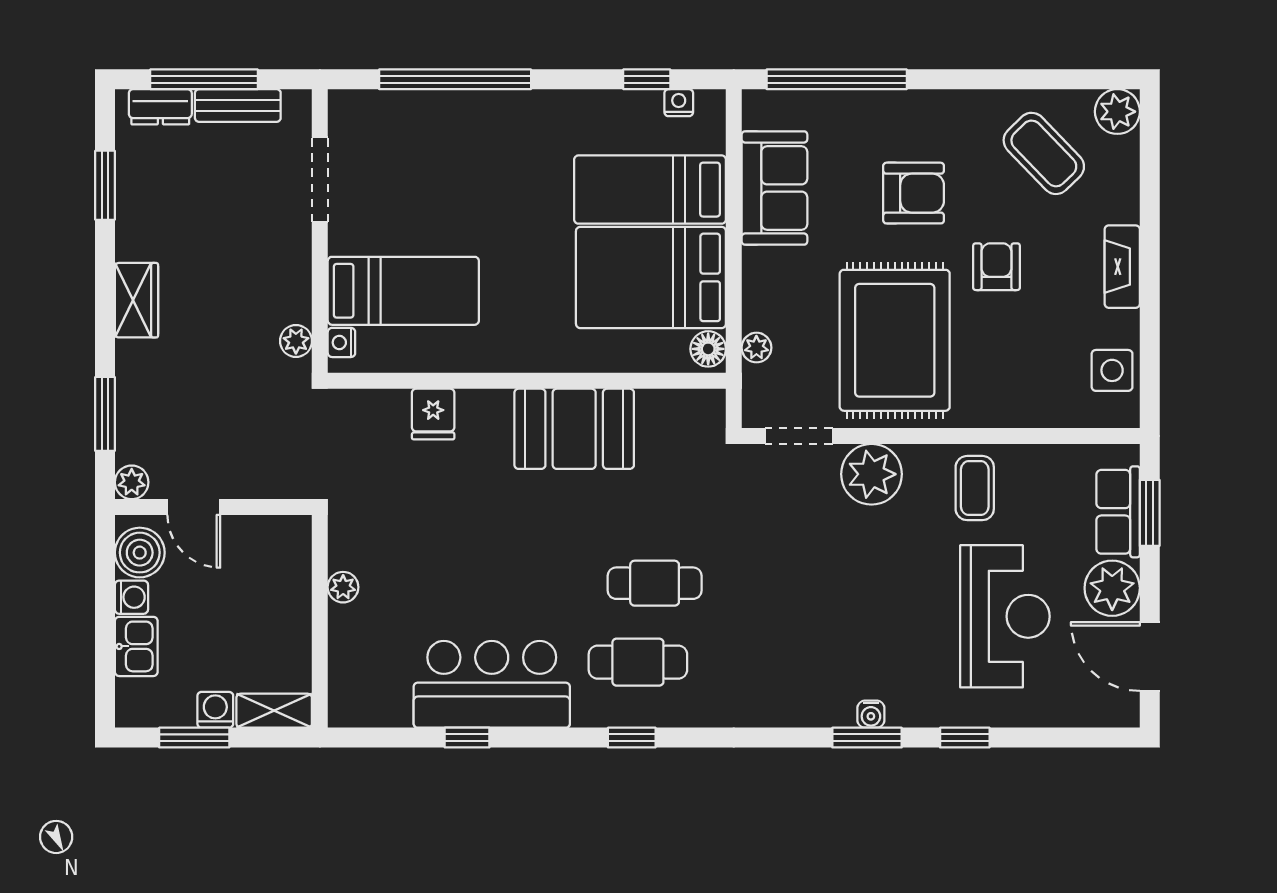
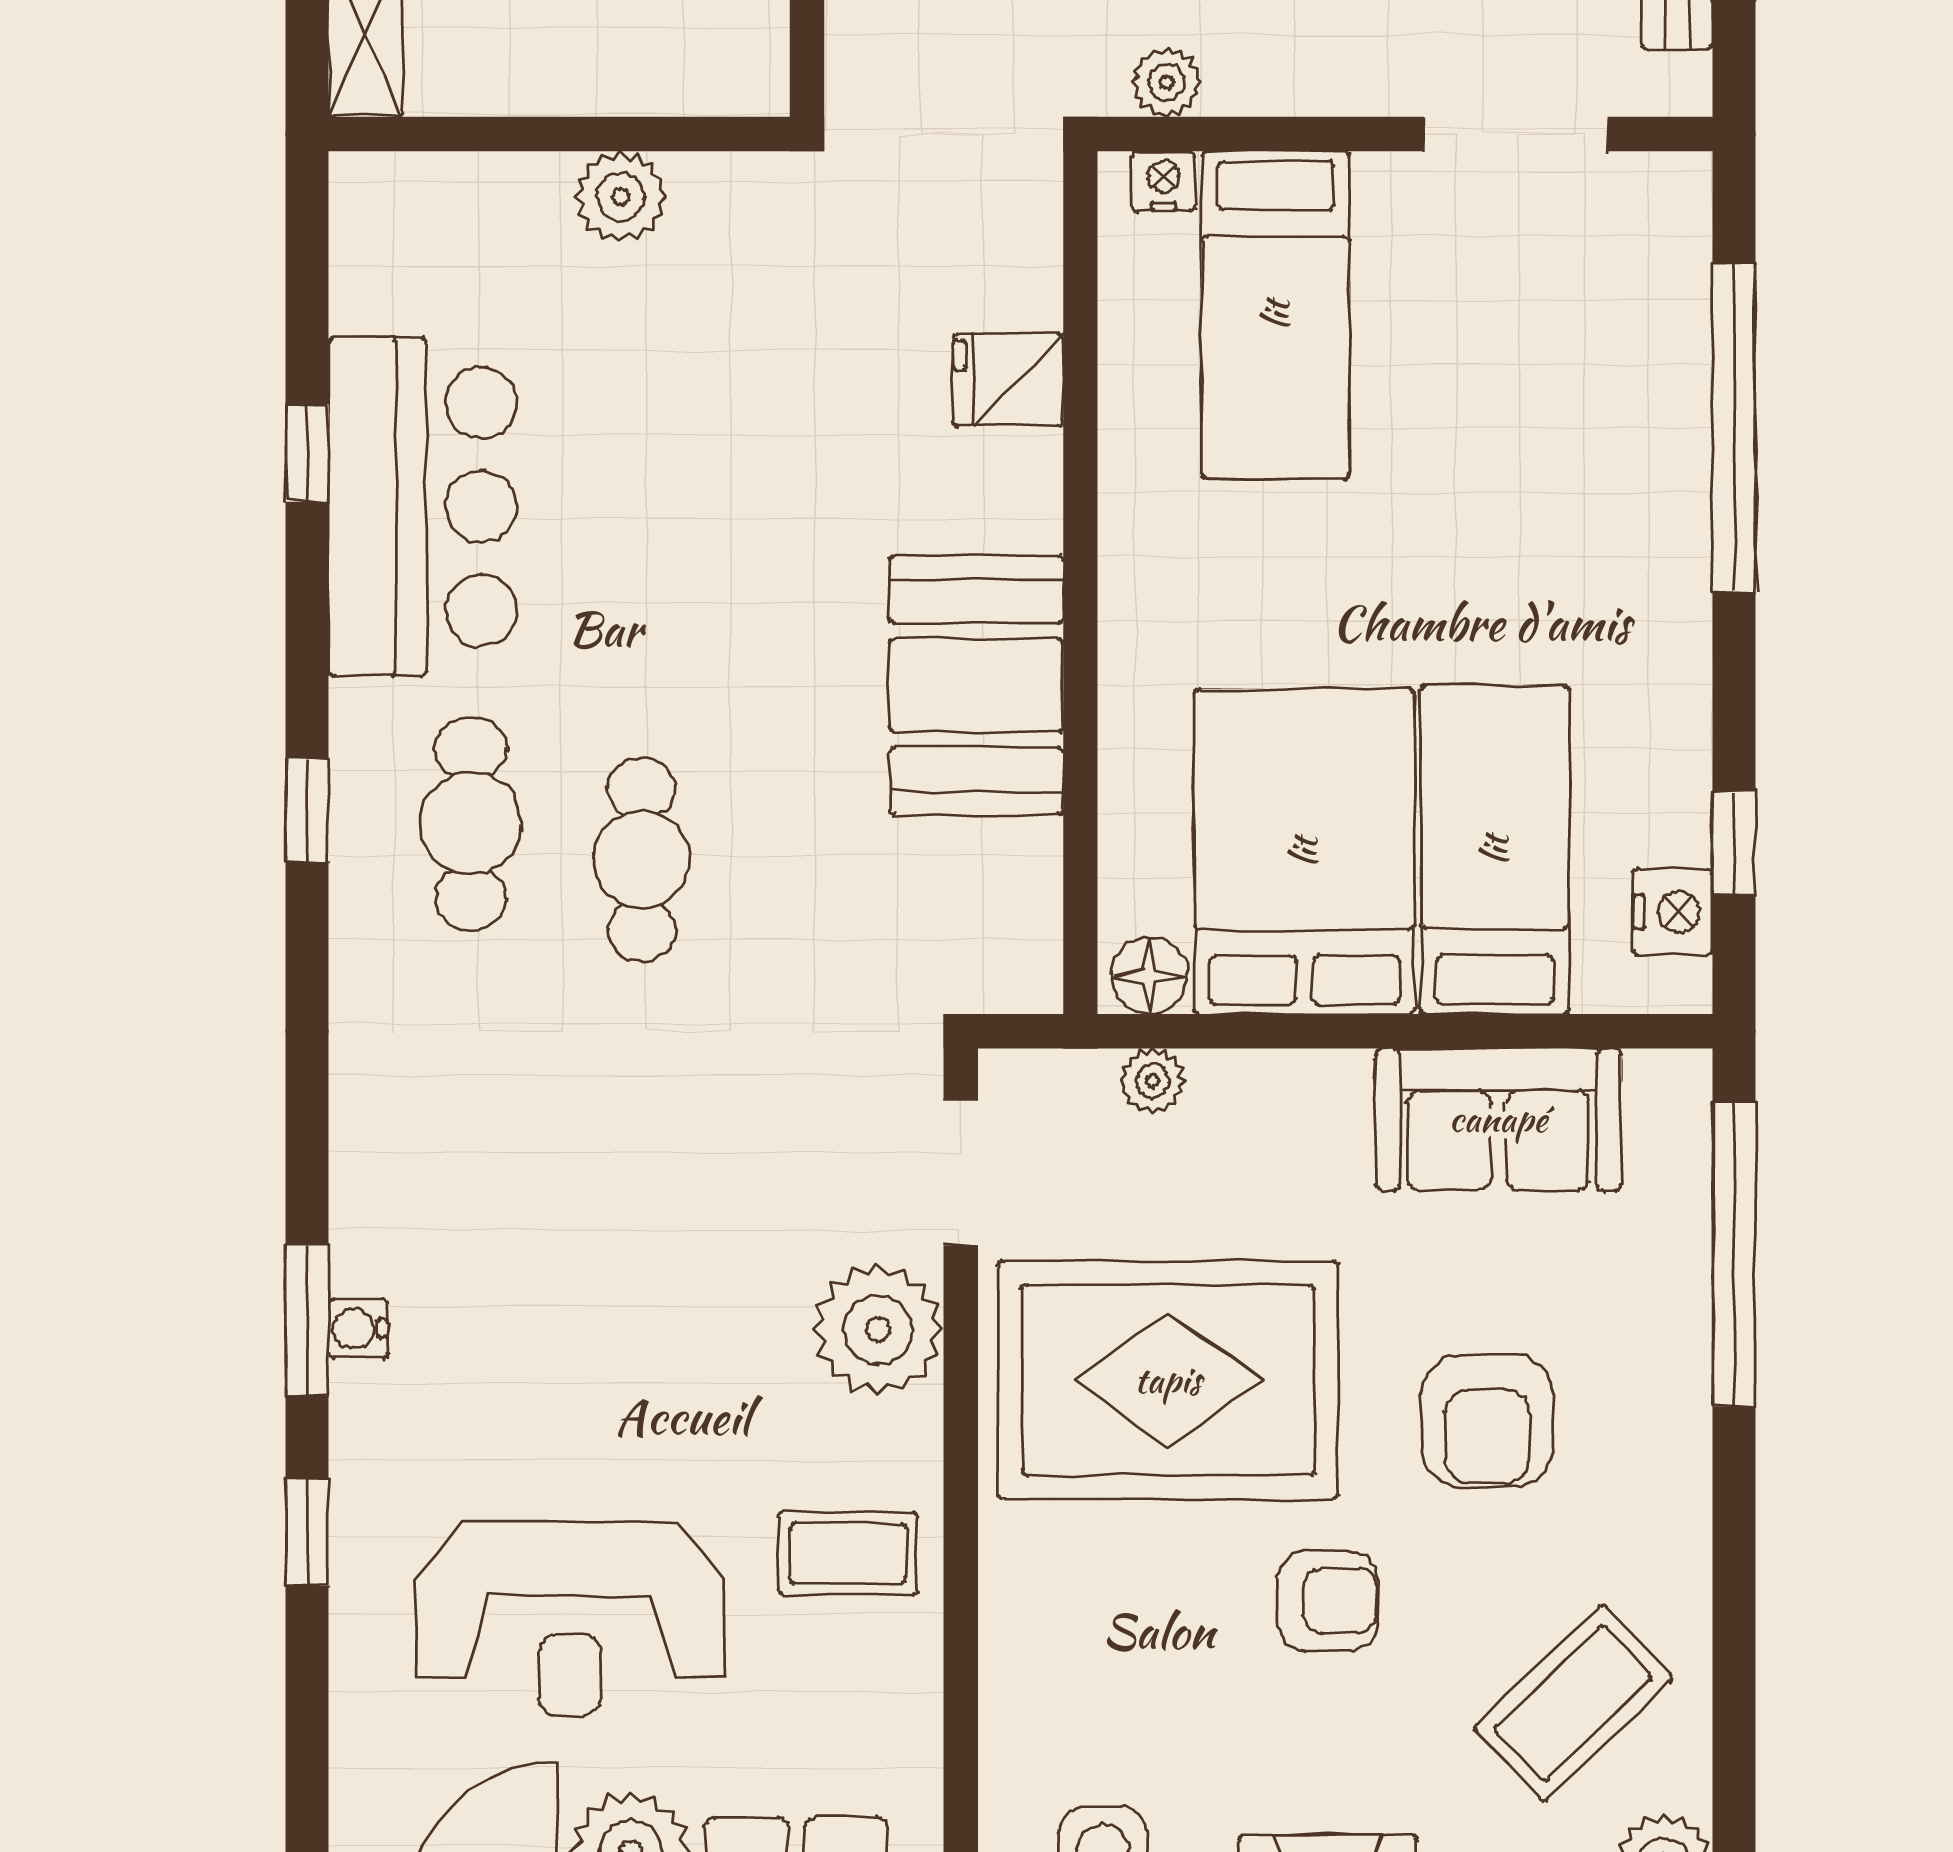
nightstand: (679, 103) -> (1673, 912), width x1.39, depth x1.35
plant: (343, 587) -> (621, 197), width x1.38, depth x1.38

